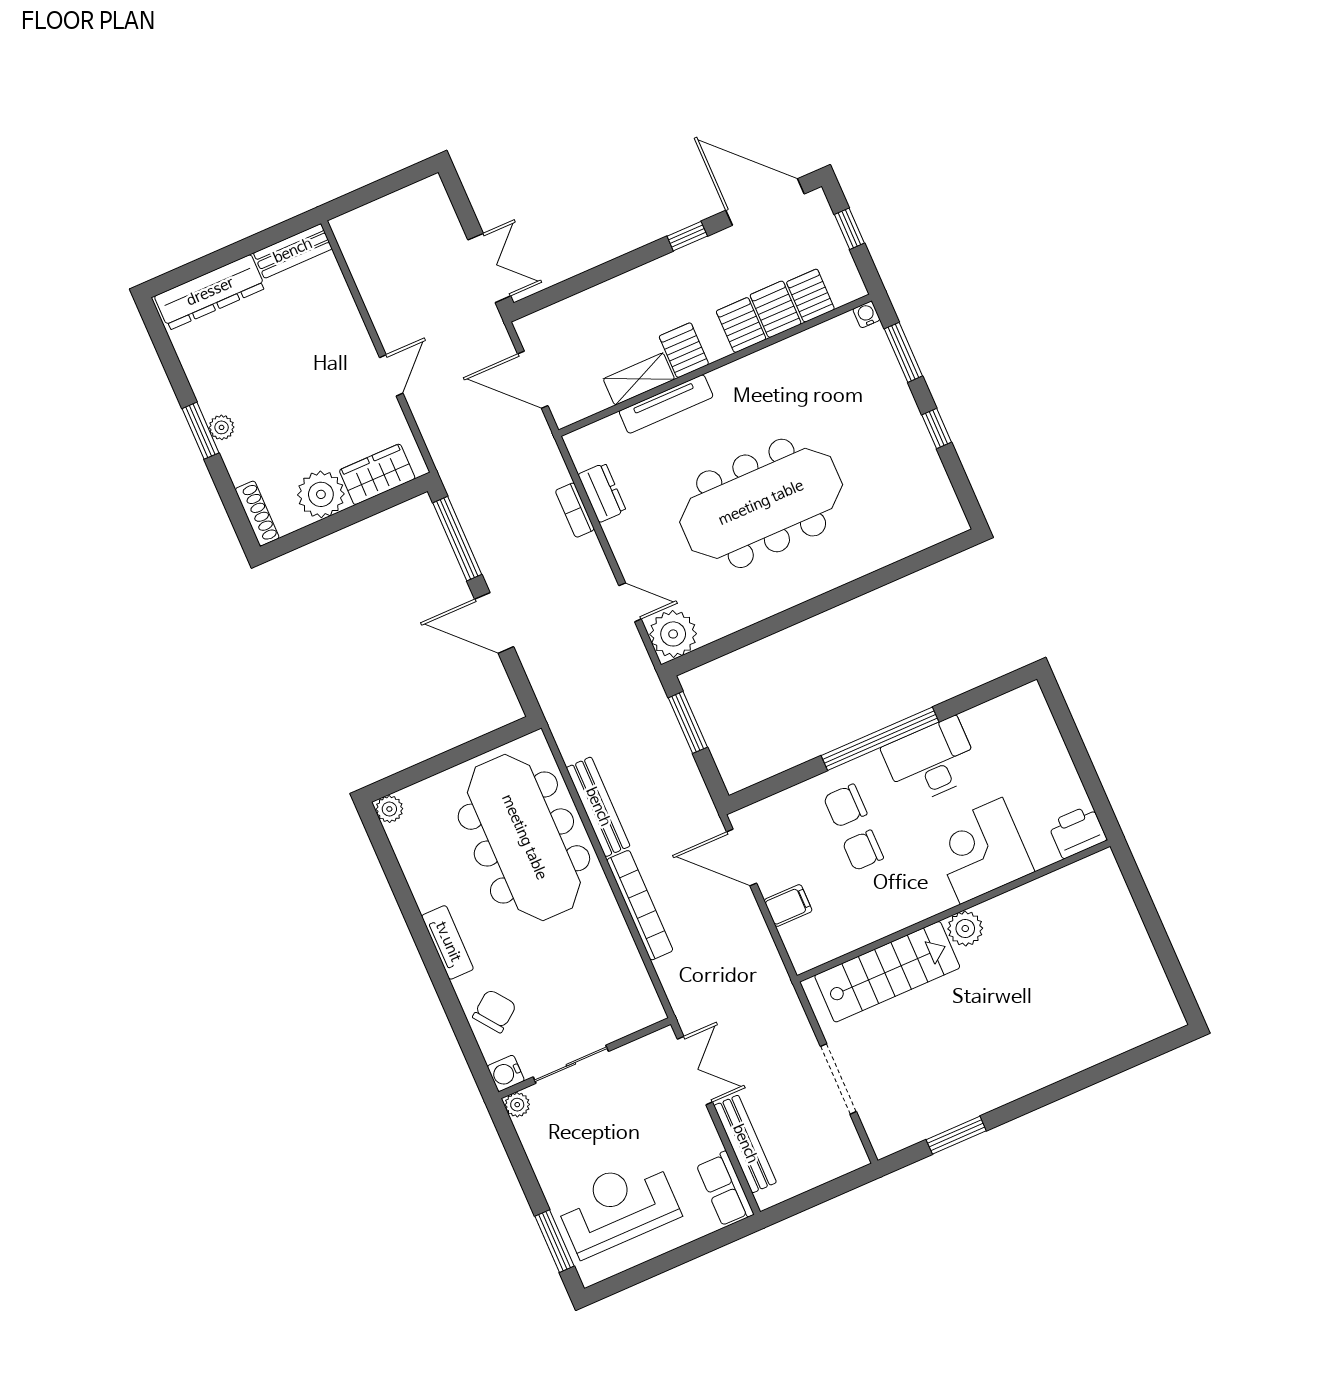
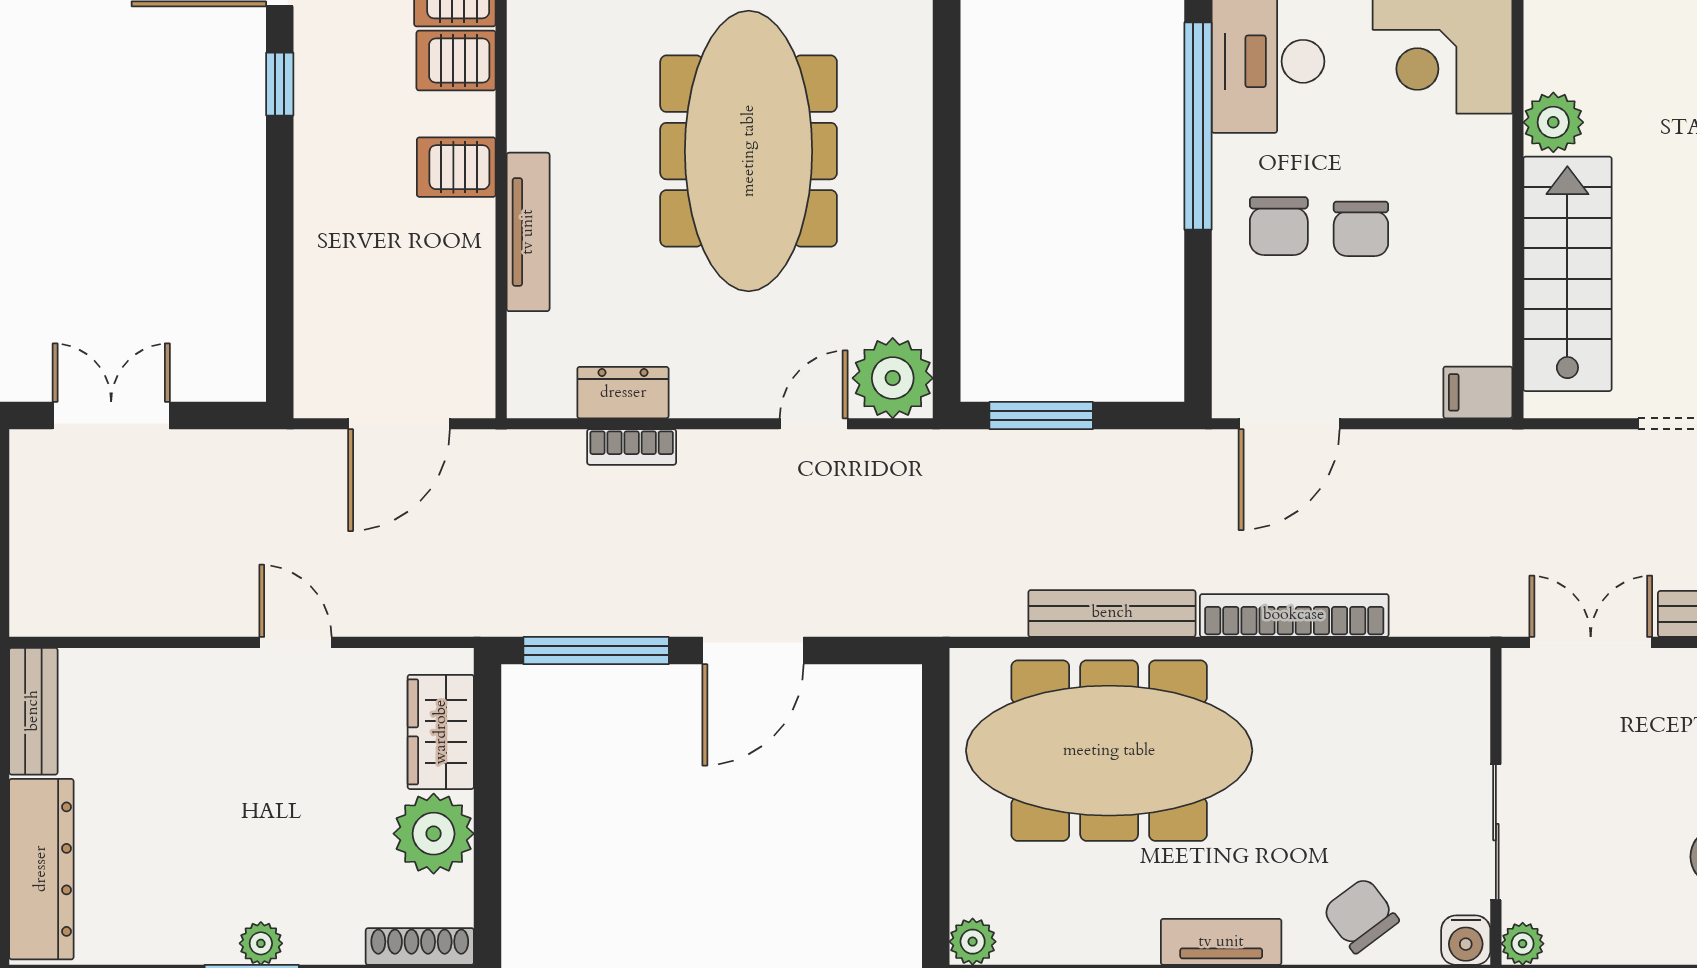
double door: (489, 268) -> (111, 416), moved
shelving: (639, 379) -> (470, 257), removed
filing cabinet: (788, 906) -> (1478, 392), moved, turned -90

